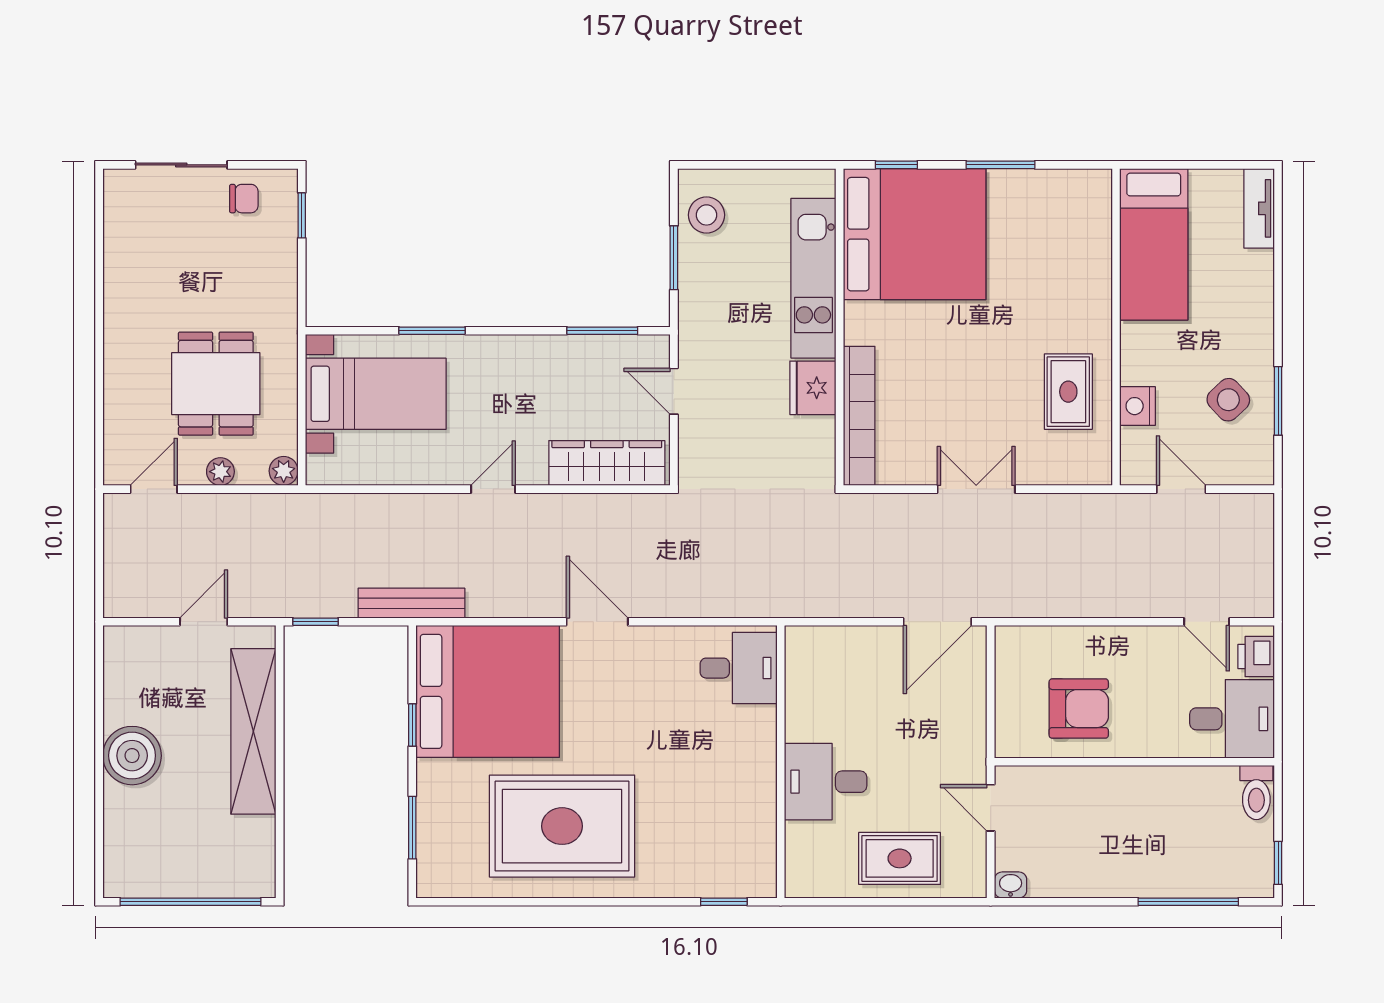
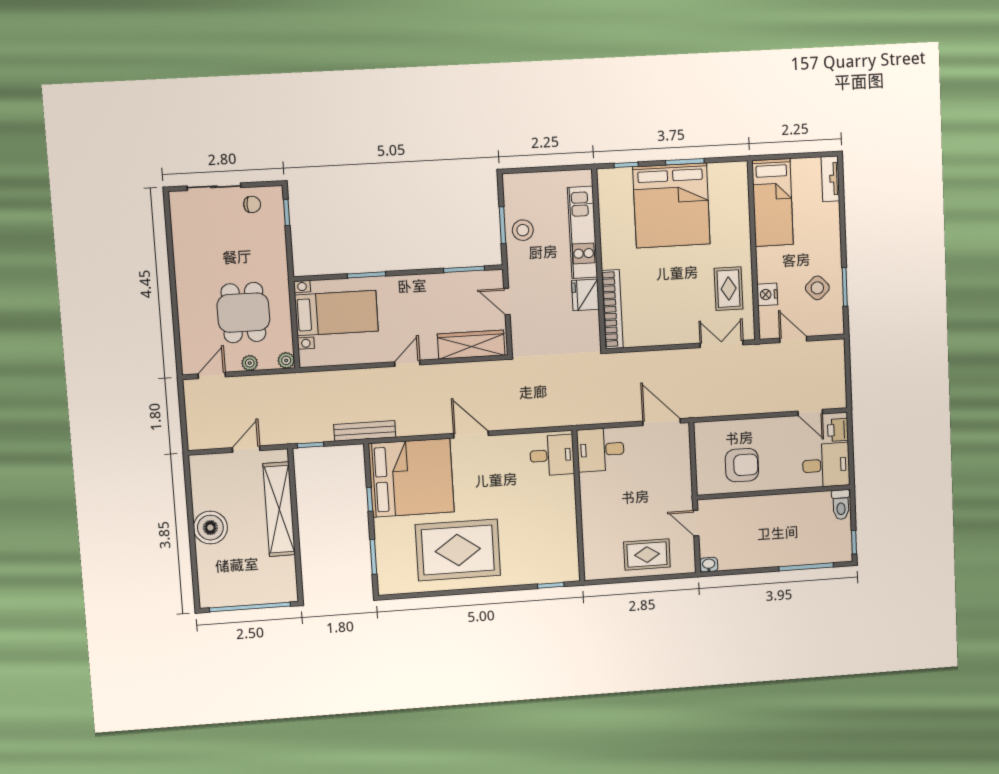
stool: (707, 215) -> (523, 230), moved
bed: (915, 234) -> (671, 205), moved, turned 90
double door: (976, 489) -> (722, 344), moved
door: (937, 622) -> (662, 422), swing flipped
desk: (826, 782) -> (600, 450), moved

